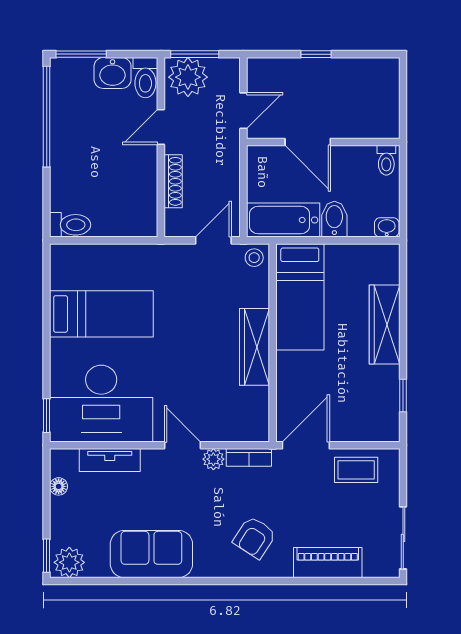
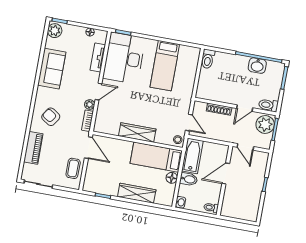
washbasin: (113, 73) -> (257, 66), moved, turned -90
door: (161, 127) -> (245, 108), swing flipped
floor lamp: (338, 256) -> (172, 178), added

